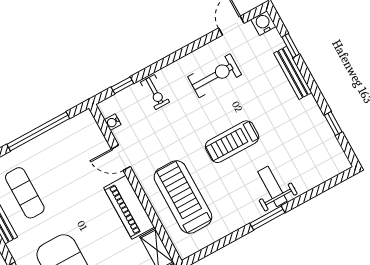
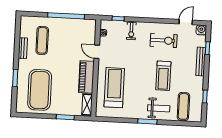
treadmill: (232, 142) -> (163, 76), moved, turned -90
exercise mat: (309, 160) -> (183, 106), added
weight bench: (272, 186) -> (159, 108), turned 90

